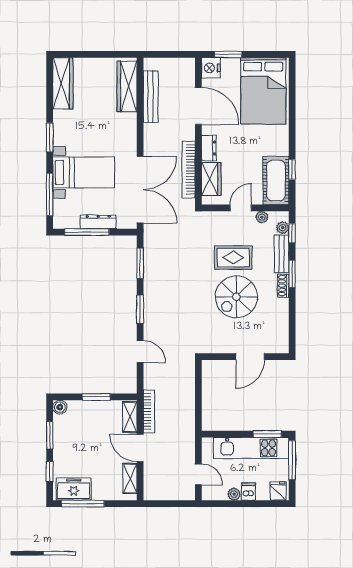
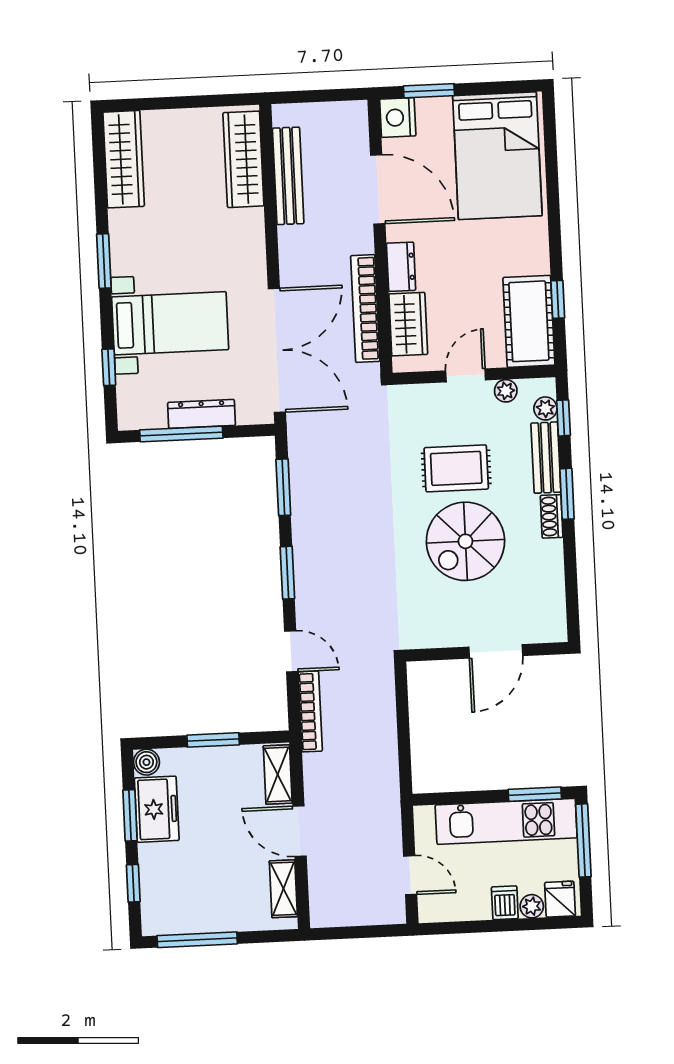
window: (50, 194) -> (109, 367), width x0.46
bookcase: (149, 411) -> (310, 711), moved
freezer: (74, 489) -> (157, 809), moved, turned 90
plant: (234, 494) -> (532, 906), moved

